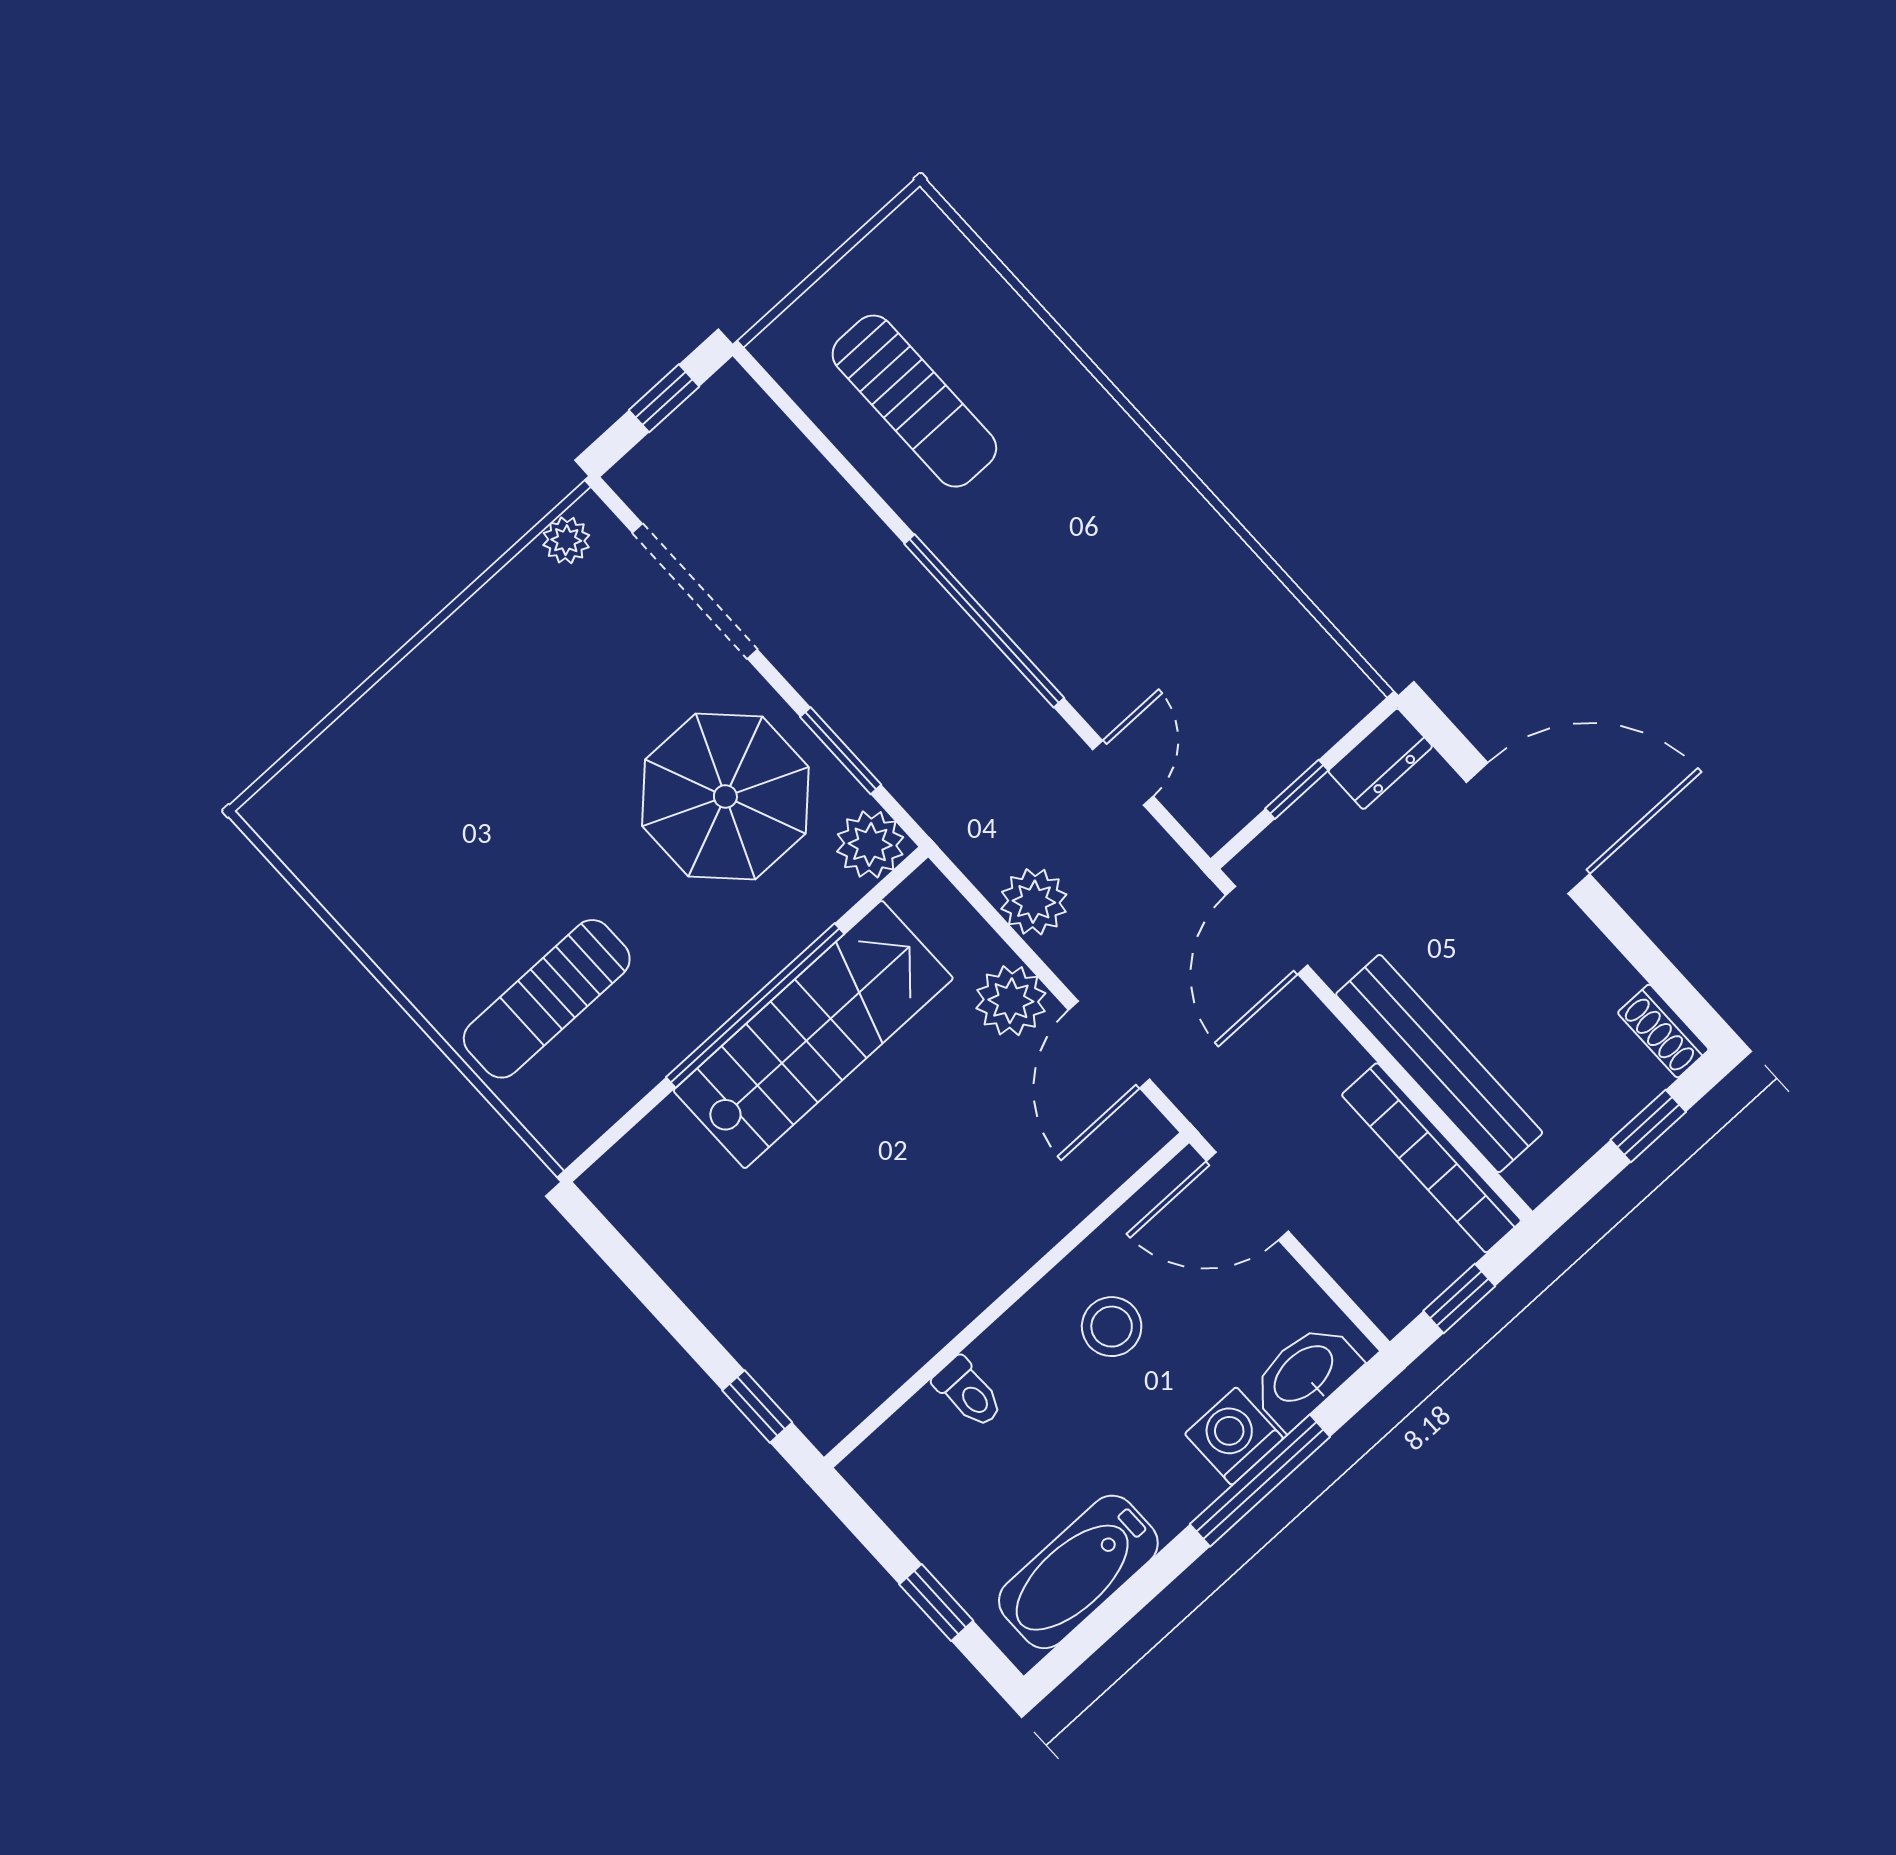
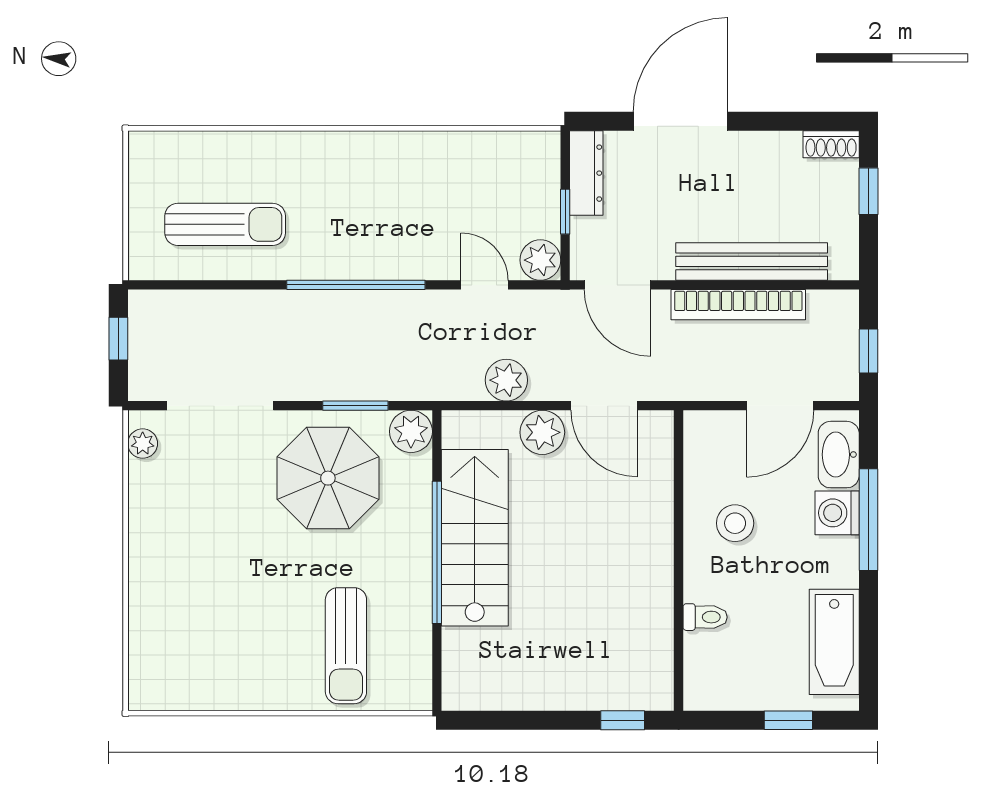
dresser: (1380, 759) -> (586, 173), width x1.44
plant: (1213, 812) -> (540, 260), added
bookcase: (1431, 1158) -> (738, 305), moved
door: (1247, 1196) -> (780, 406), moved

